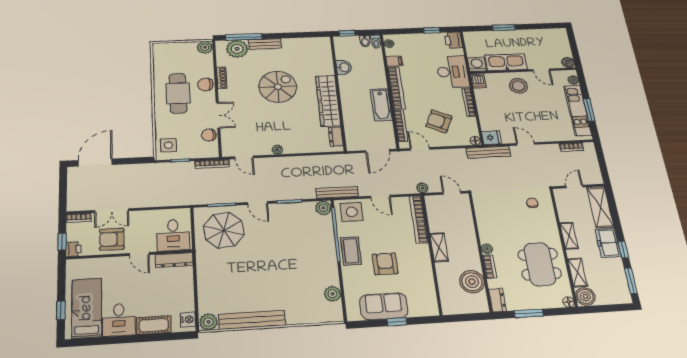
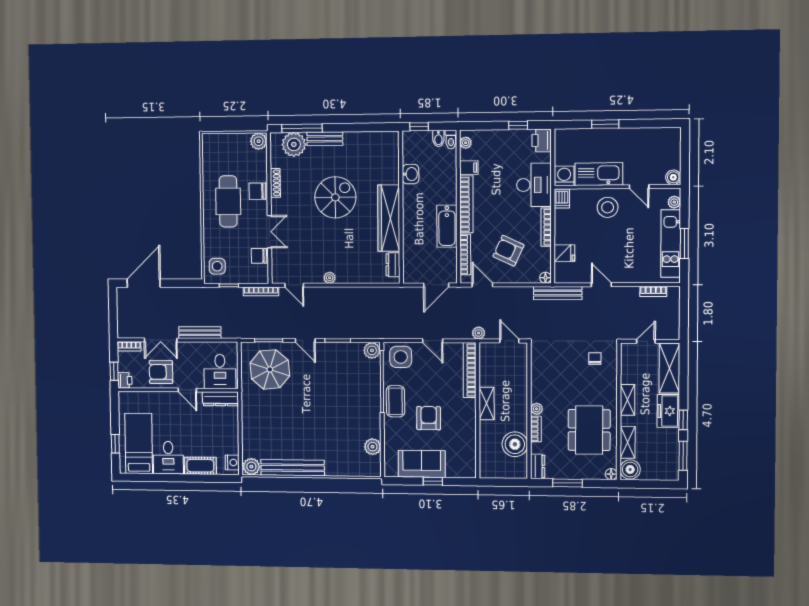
fridge: (492, 138) -> (564, 253), moved
bench: (337, 192) -> (200, 333), moved

